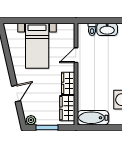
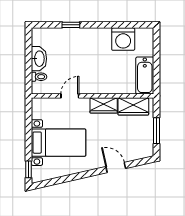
window: (15, 21) -> (29, 169), added
door: (76, 55) -> (70, 96), swing flipped
plant: (31, 120) -> (148, 150), removed

